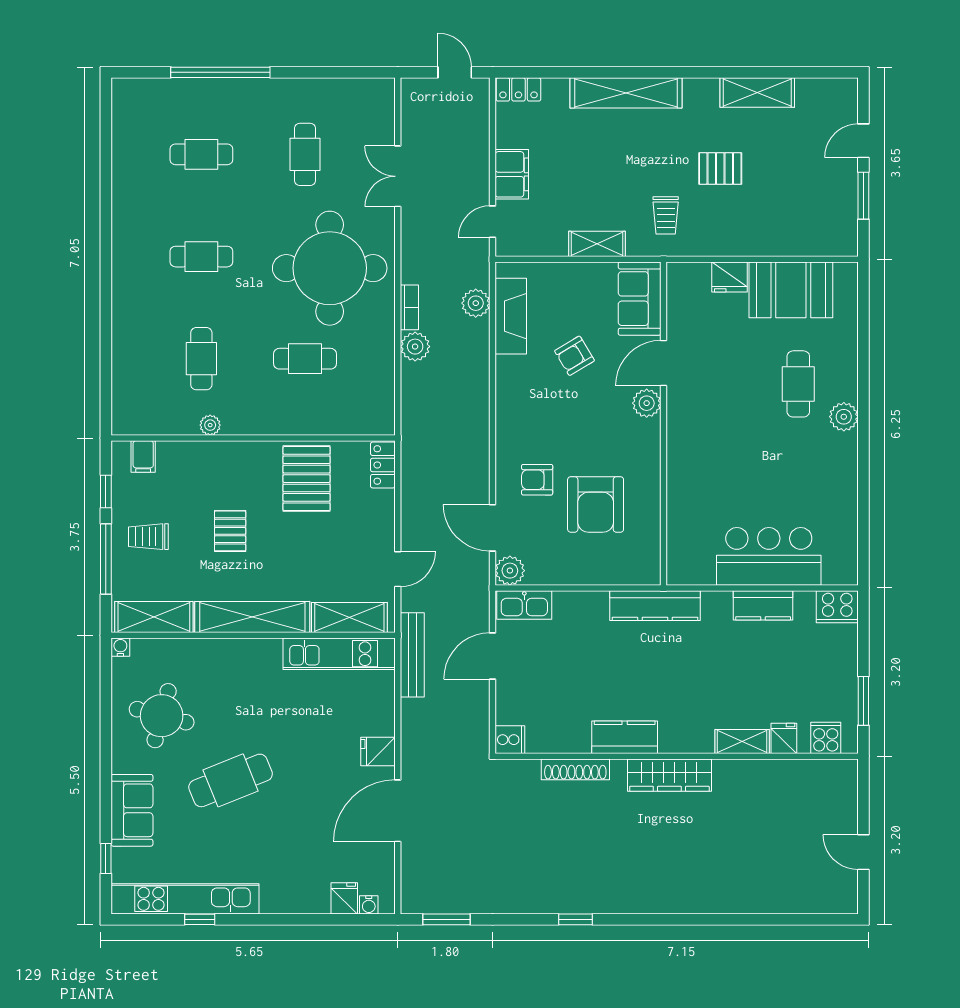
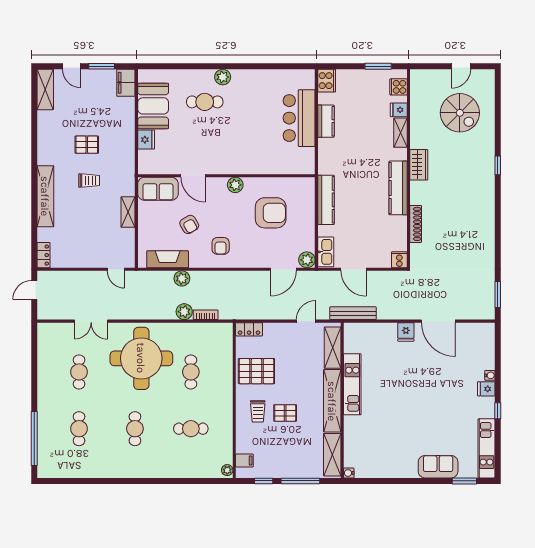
window: (220, 72) -> (34, 438), moved
shelving: (757, 93) -> (45, 89), moved
cafe table: (305, 154) -> (79, 372), turned 90
pallet: (720, 168) -> (87, 145), turned 90
filing cabinet: (512, 174) -> (126, 83), moved, turned -90
trolley: (666, 215) -> (89, 181), moved
plant: (476, 303) -> (182, 278), moved
bookcase: (409, 307) -> (206, 315), moved
plant: (647, 403) -> (235, 185), moved
plant: (210, 425) -> (227, 470), moved
armchair: (537, 480) -> (221, 246), moved
trolley: (148, 537) -> (258, 411), moved
door: (398, 569) -> (306, 321), hinge flipped
kitchen counter: (655, 606) -> (326, 200), moved
kitchen unit: (339, 654) -> (352, 384), moved
round table: (162, 716) -> (386, 450), removed
kitchen counter: (625, 737) -> (398, 188), width x1.50
wardrobe: (669, 775) -> (419, 165), width x0.67
cafe table: (231, 780) -> (422, 413), removed
spiral stairs: (778, 850) -> (460, 113), added
window: (106, 859) -> (464, 481), width x1.50
fridge: (344, 898) -> (486, 389), moved
kitchen unit: (185, 899) -> (487, 448), width x0.73
water cooler: (369, 905) -> (490, 375), moved
window: (200, 919) -> (498, 411), moved
window: (576, 919) -> (498, 165), moved

